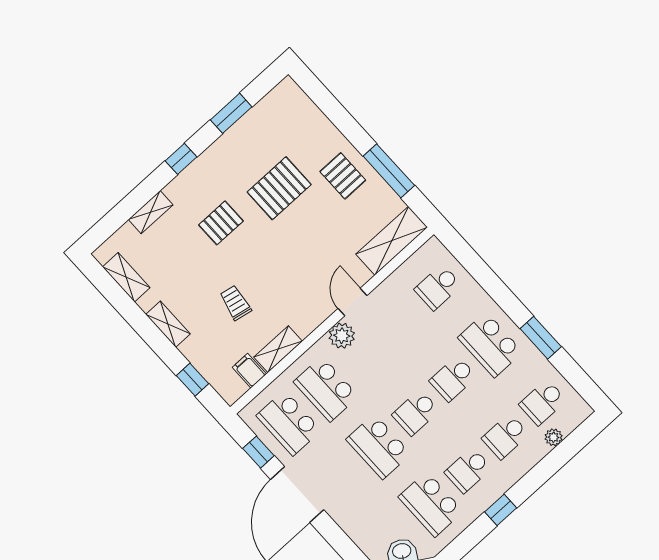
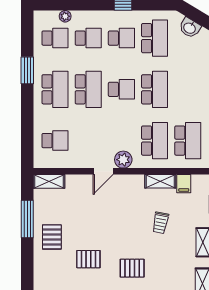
pallet: (279, 188) -> (88, 259), width x0.67, depth x0.71
shelving: (392, 241) -> (49, 181), width x0.67, depth x0.75
school desk: (453, 379) -> (88, 89), width x1.85

